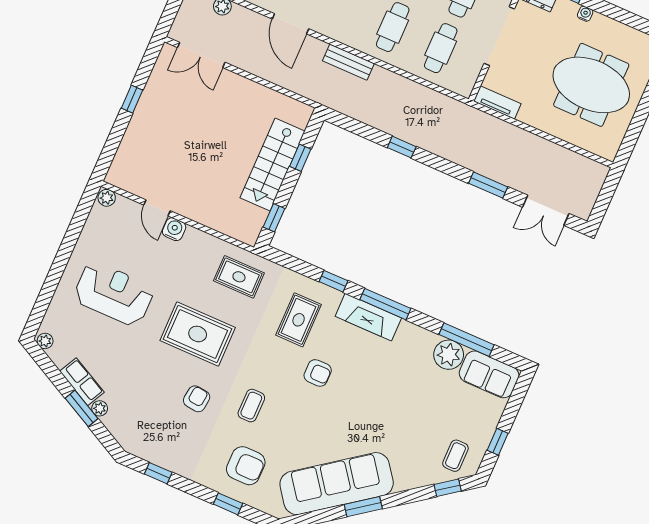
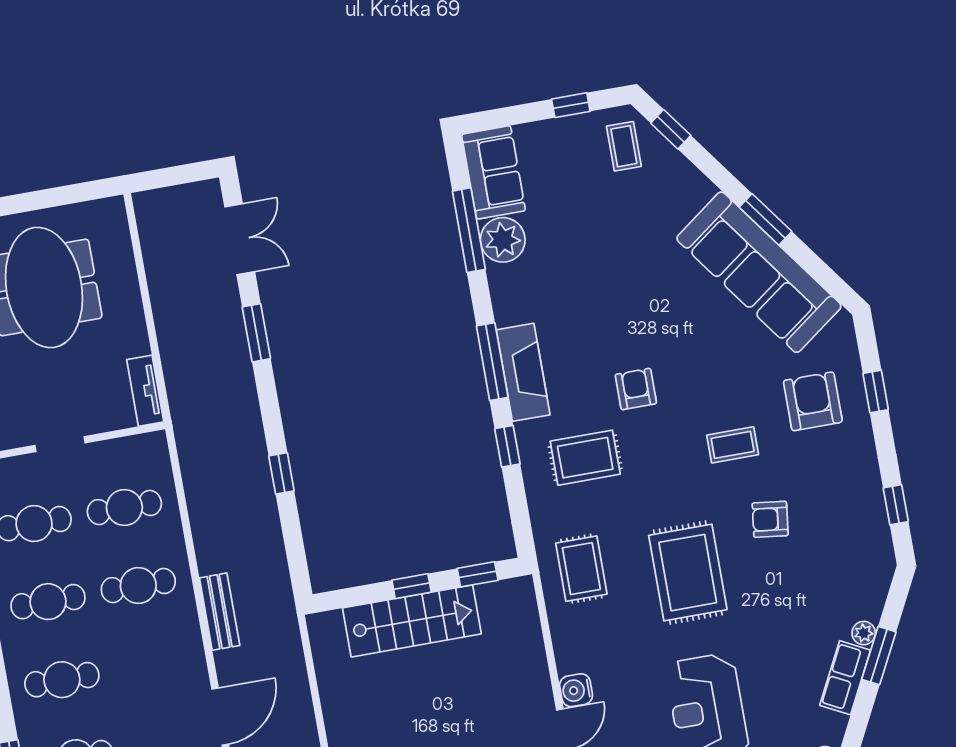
doorway: (499, 36) -> (60, 444), width x0.53
window: (300, 158) -> (412, 586), moved
coffee table: (455, 456) -> (624, 146), turned 90

